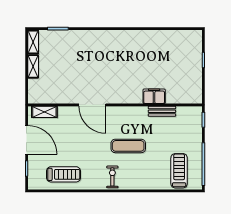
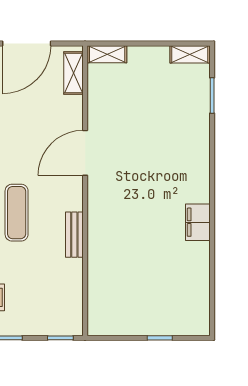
shelving: (33, 66) -> (107, 54), moved
filing cabinet: (154, 96) -> (198, 222), moved, turned 180
bench: (162, 111) -> (74, 235), moved

